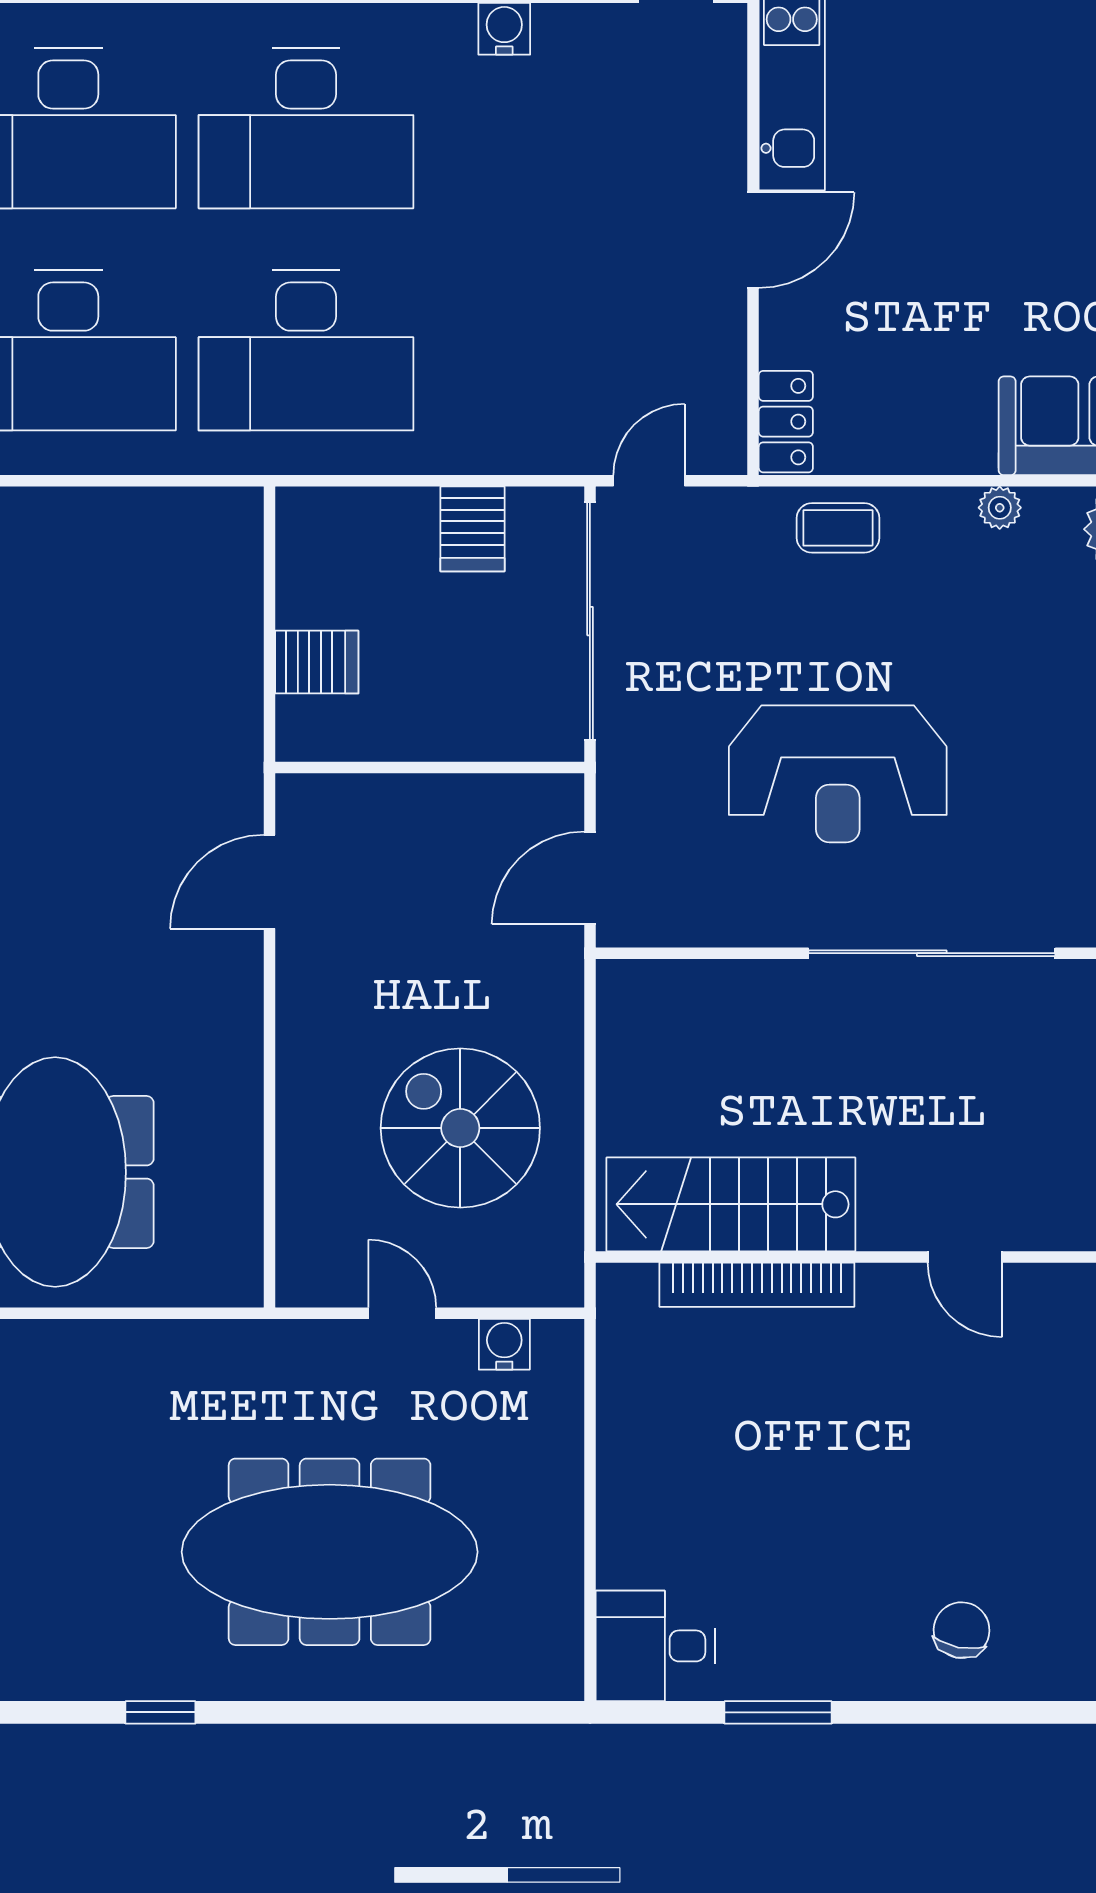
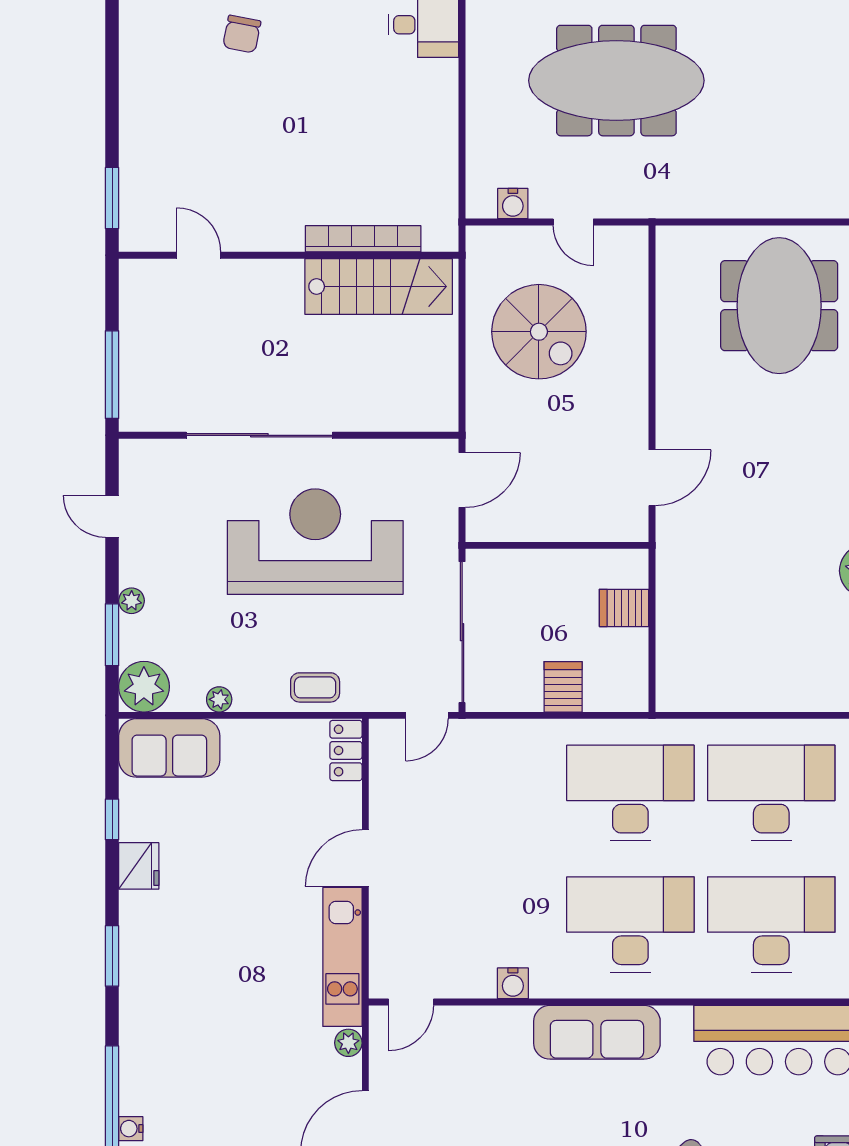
server rack: (473, 529) -> (563, 687), moved
reception desk: (838, 774) -> (315, 542), width x1.36, depth x1.30
door: (965, 1257) -> (199, 255), moved

